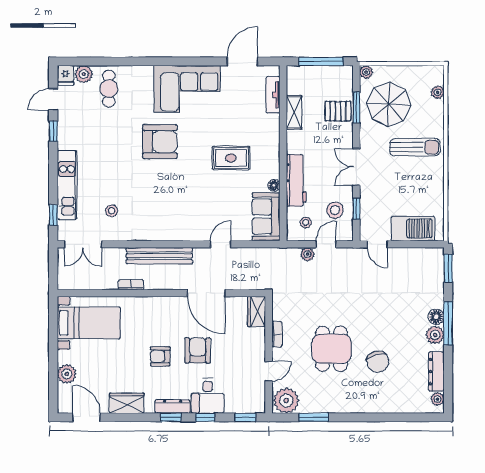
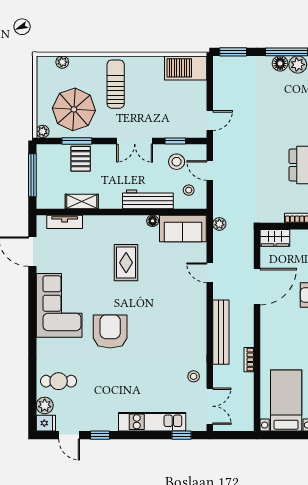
stool: (112, 211) -> (194, 376), moved
barbecue: (413, 229) -> (186, 68), moved, turned -90
plant: (307, 254) -> (219, 224), moved

